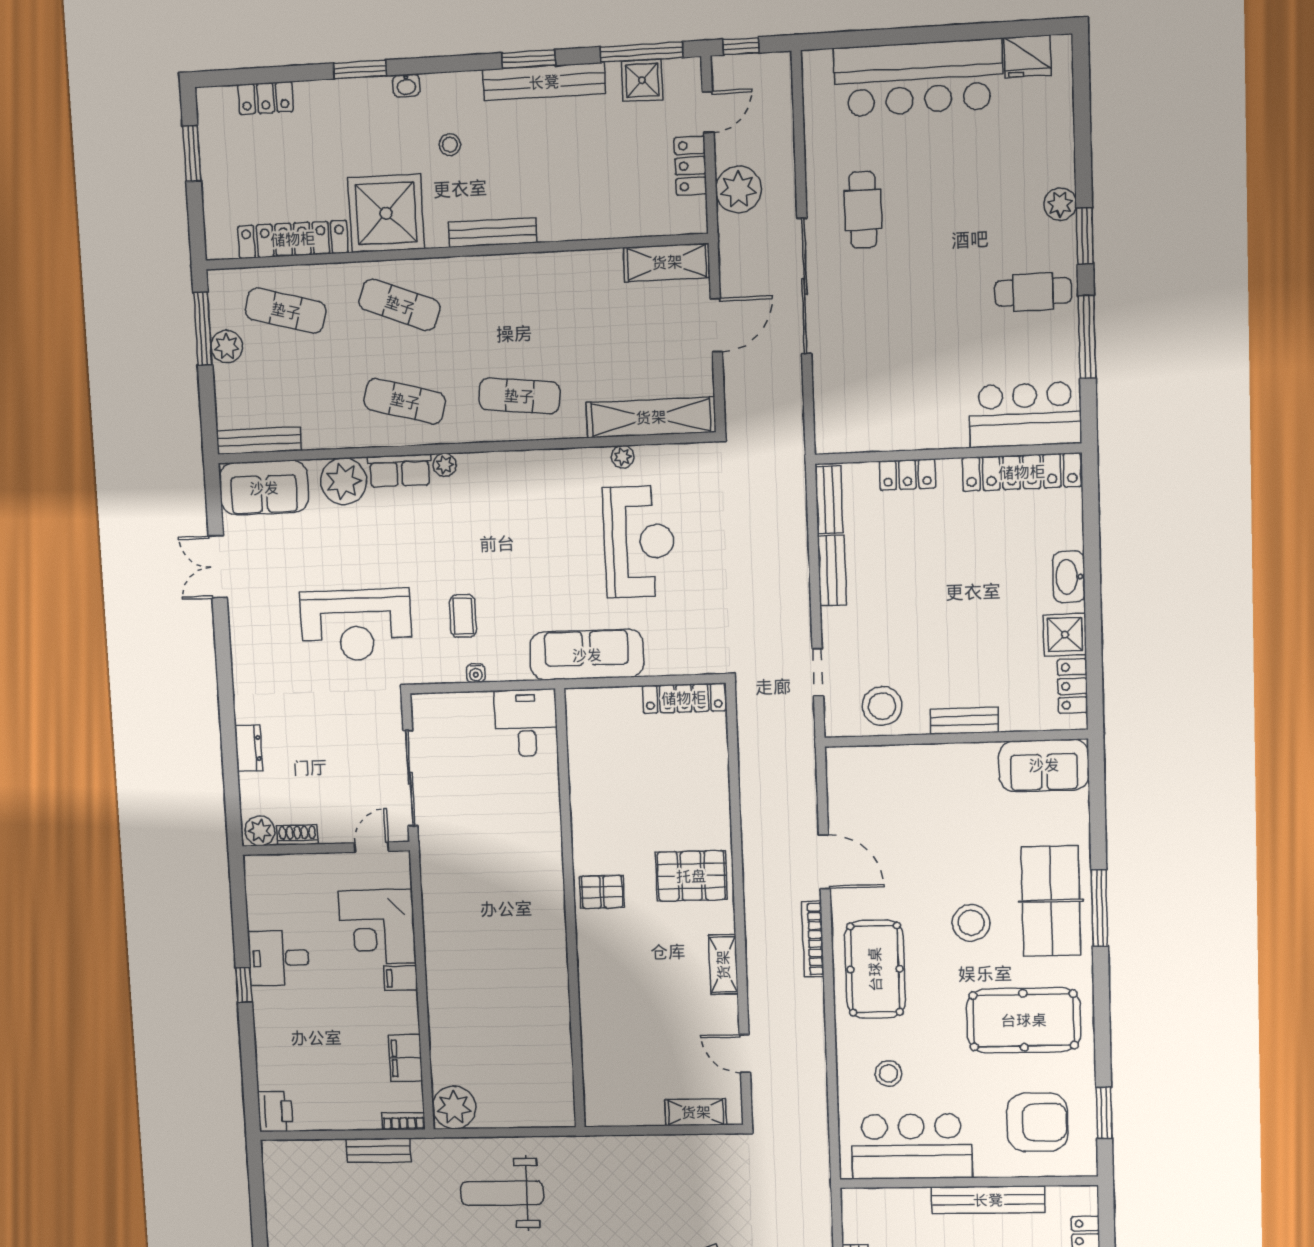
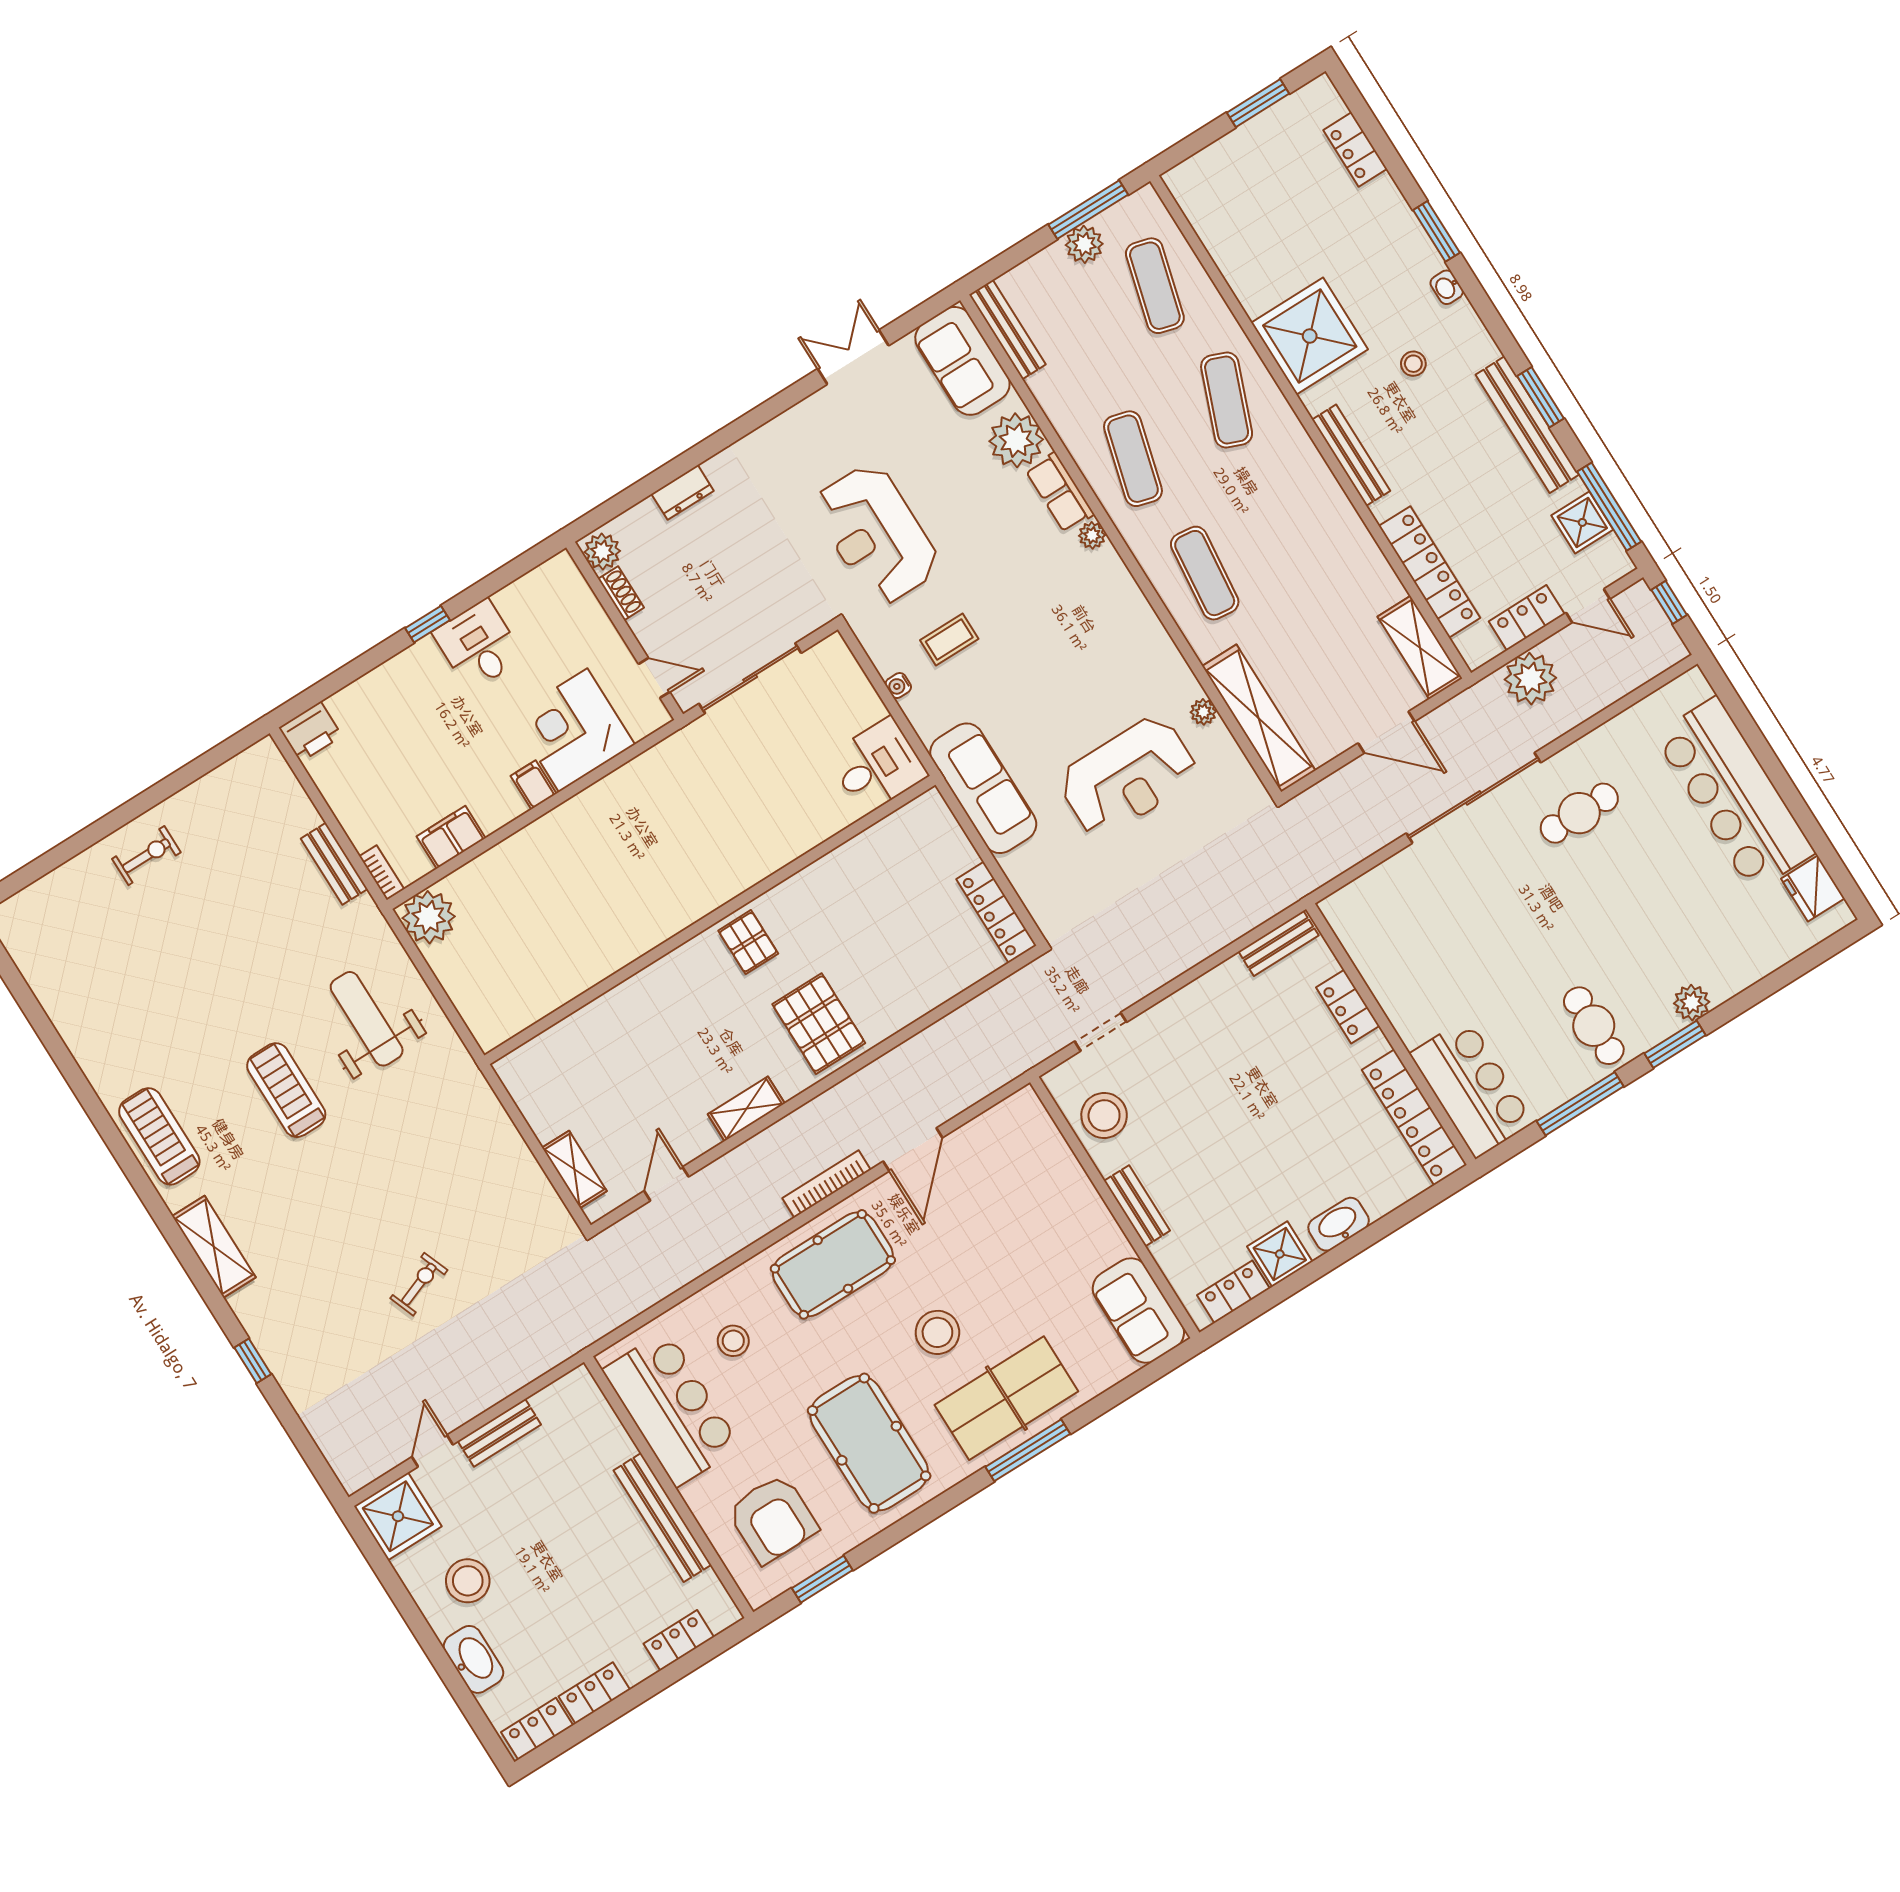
locker: (293, 239) -> (1430, 572), moved
bench: (832, 571) -> (1210, 987), removed

